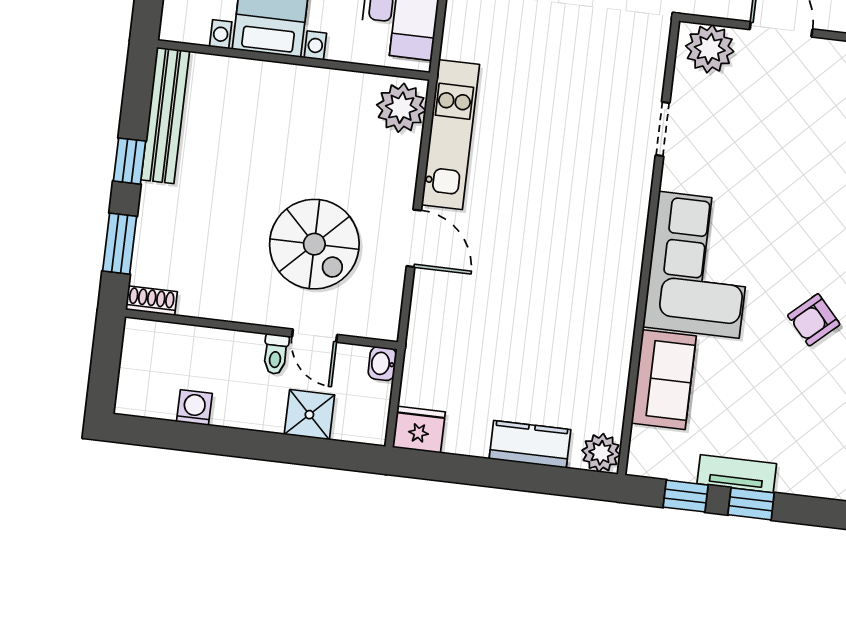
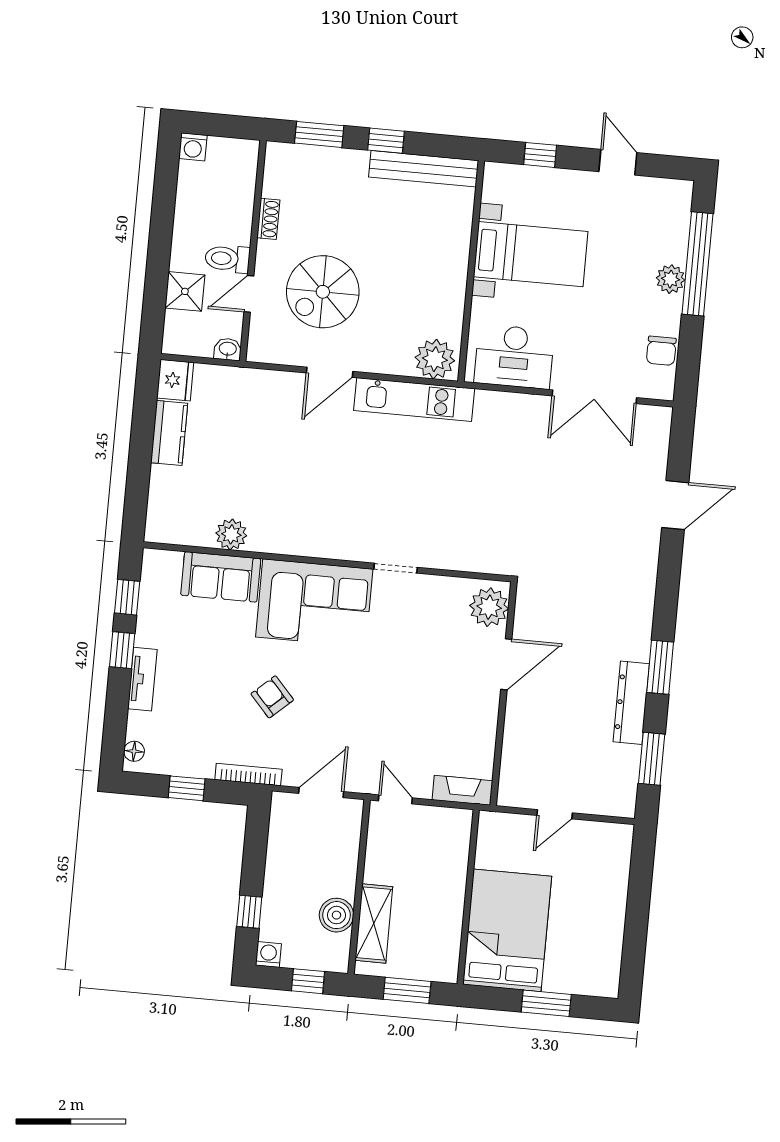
doorway: (663, 129) -> (396, 568), moved
shoe rack: (151, 301) -> (268, 219), moved
toilet: (276, 354) -> (227, 259), width x1.37, depth x1.39
washing machine: (194, 408) -> (193, 147), moved, turned 90
kitchen counter: (530, 444) -> (169, 433), moved
plant: (601, 453) -> (231, 534), moved
tv unit: (737, 474) -> (142, 679), moved

